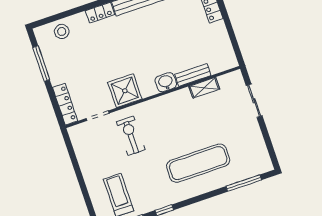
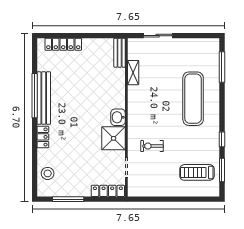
bench: (193, 75) -> (120, 53), moved
washbasin: (166, 82) -> (118, 117), moved
exercise bike: (131, 136) -> (152, 146), width x0.73, depth x0.72

